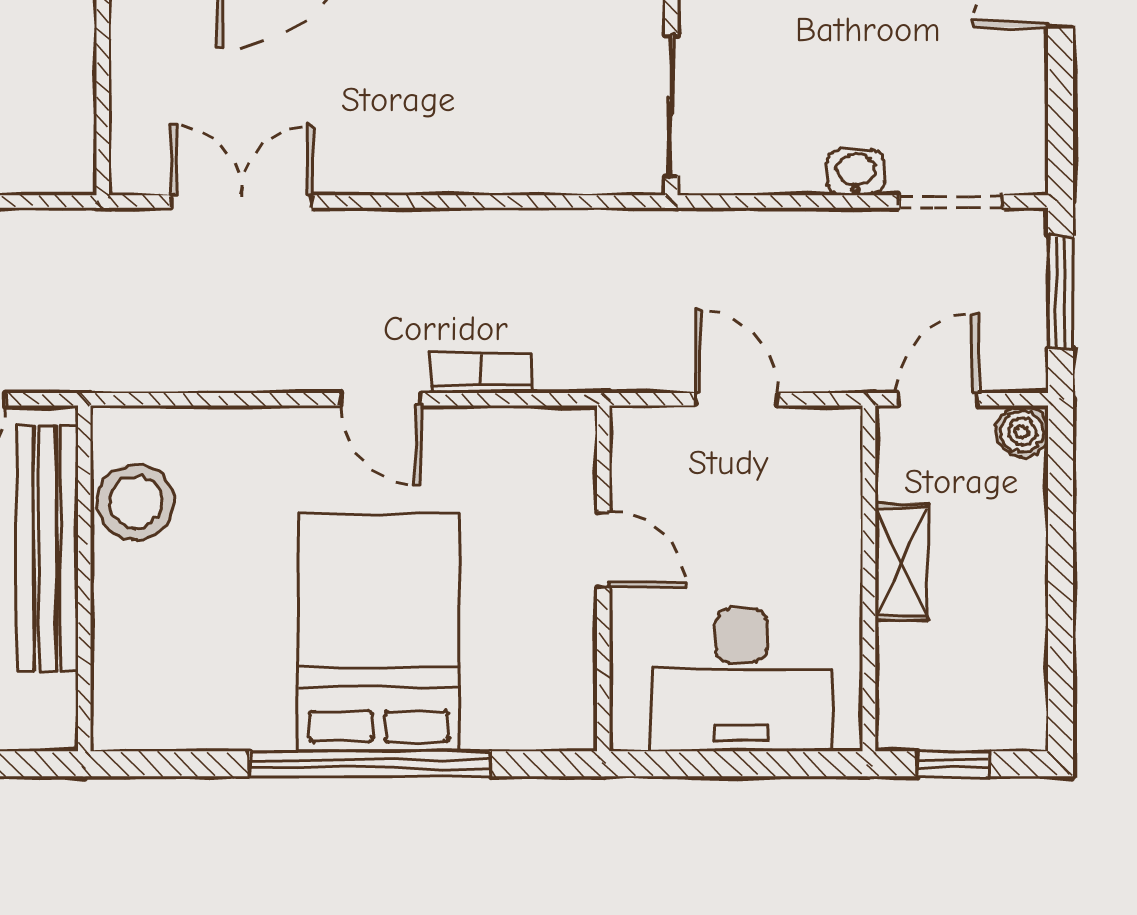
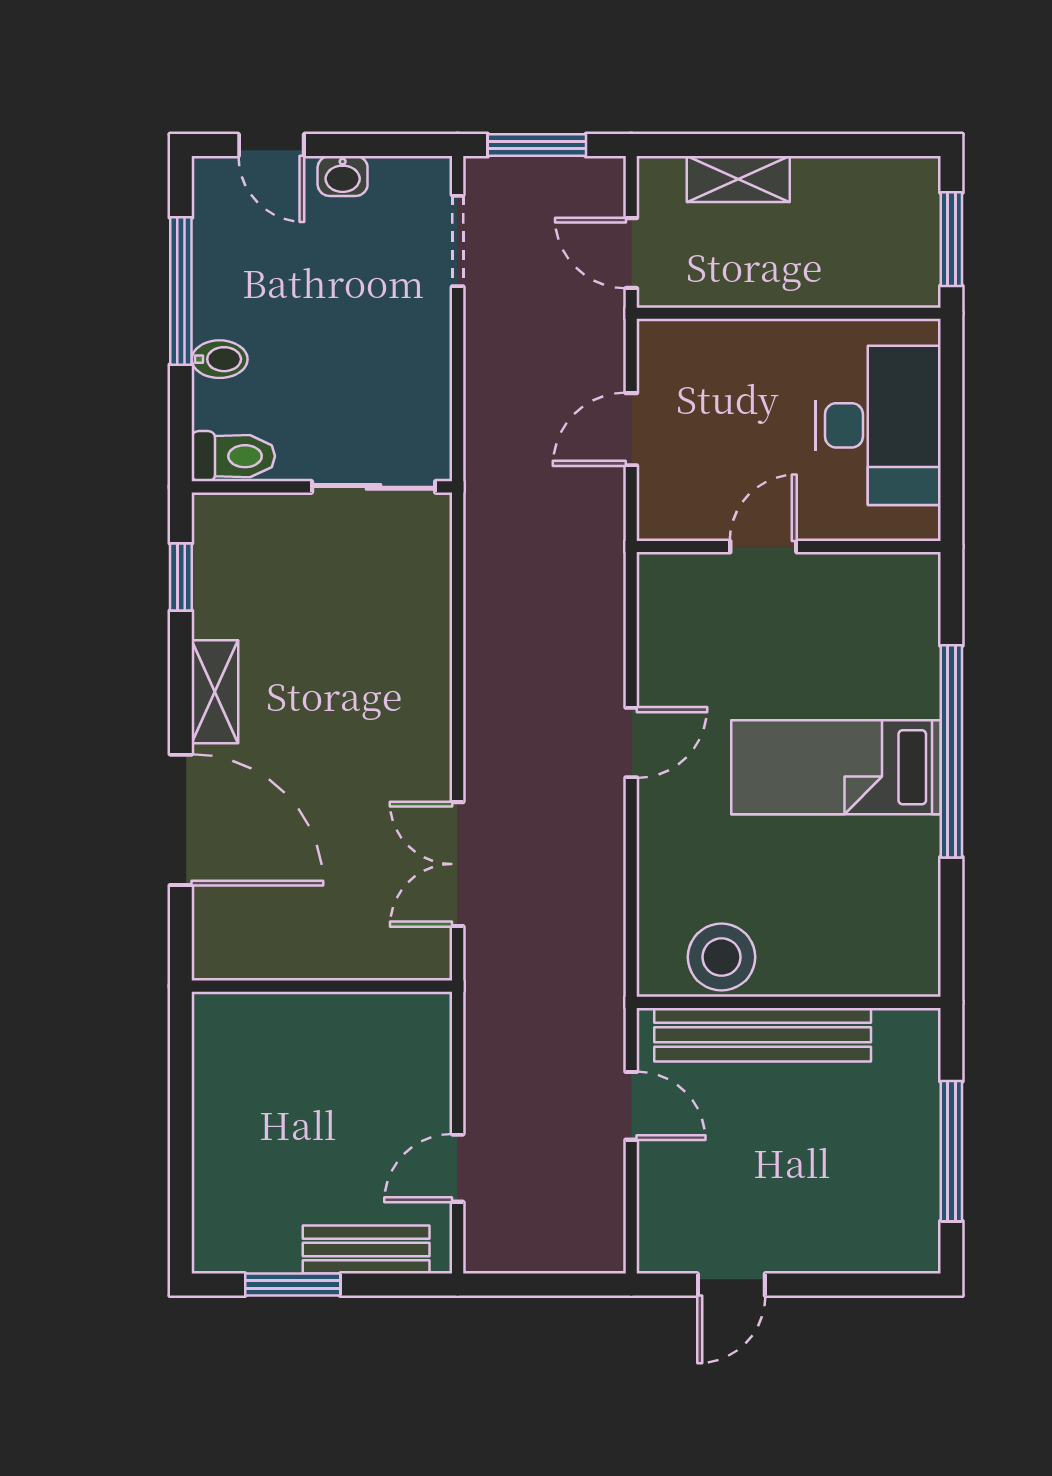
washbasin: (856, 172) -> (343, 176), moved, turned -90
bookcase: (481, 373) -> (608, 654), removed
boiler: (1022, 432) -> (660, 179), removed
shelving: (901, 562) -> (738, 179), moved
bed: (379, 632) -> (836, 767), width x0.67
window: (953, 764) -> (951, 239), width x1.50

